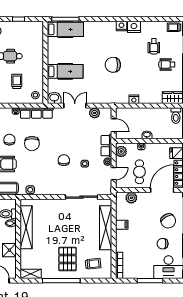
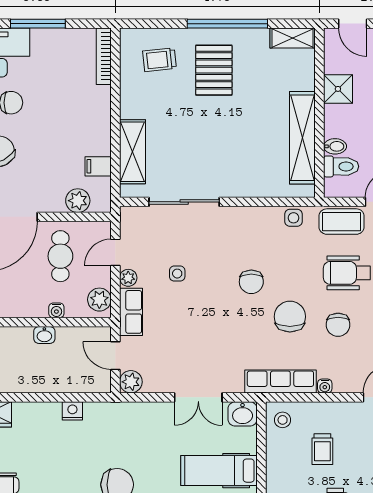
plant: (95, 113) -> (131, 382), moved
chair: (64, 160) -> (251, 282), moved
filing cabinet: (122, 225) -> (98, 166), moved
shelving: (106, 228) -> (132, 152), width x0.68

